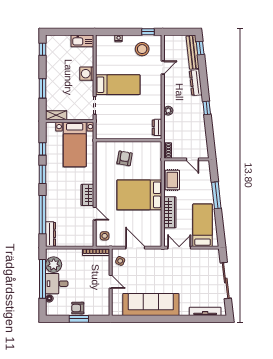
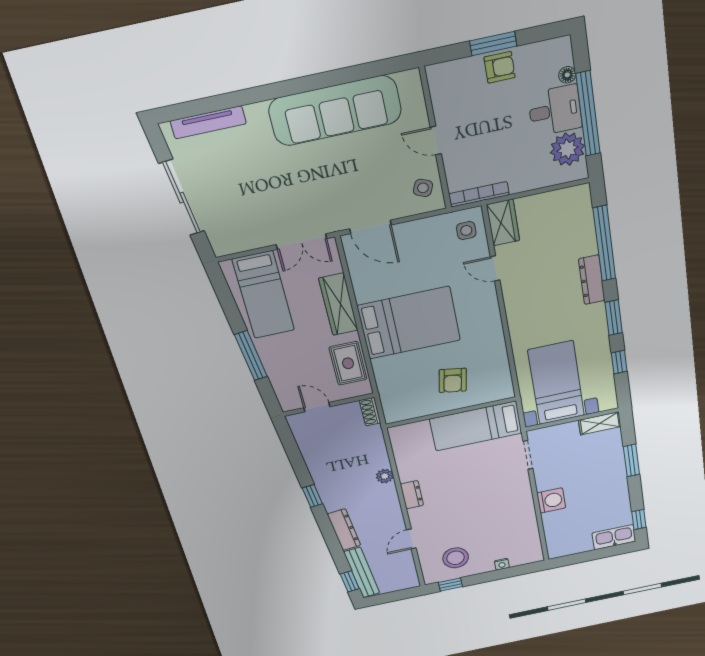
kitchen sink: (82, 41) -> (614, 537), moved
bed: (118, 85) -> (476, 426), moved
dresser: (157, 127) -> (412, 495), moved
wardrobe: (87, 195) -> (503, 223), moved
dresser: (51, 234) -> (592, 280), moved
door: (135, 248) -> (370, 227), moved

